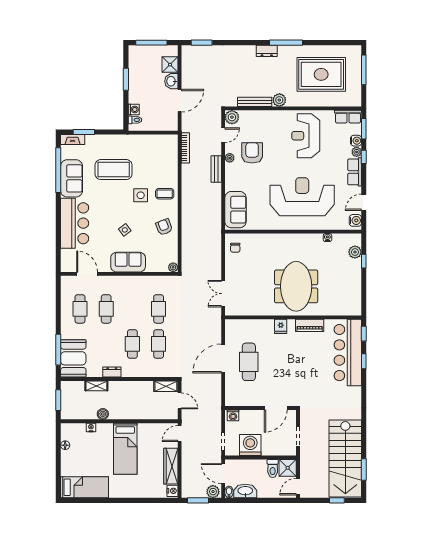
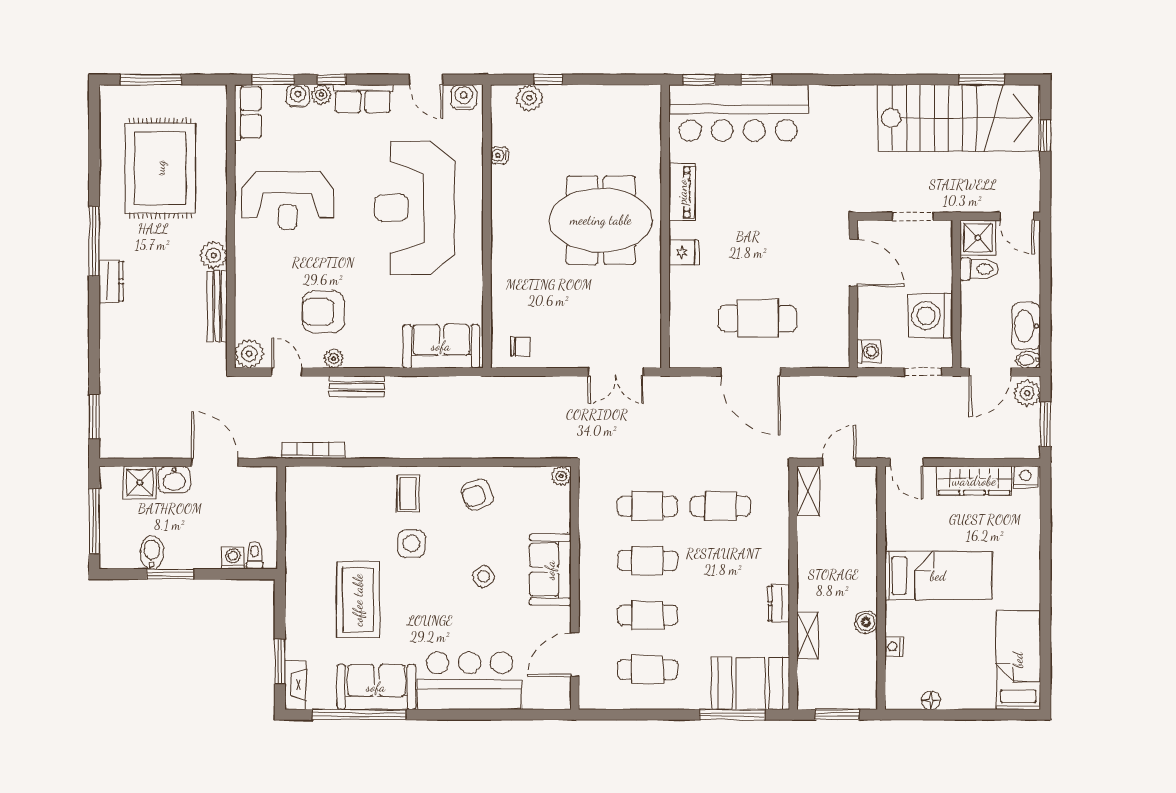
bidet: (136, 70) -> (152, 552), added
cafe table: (132, 344) -> (648, 561), moved

